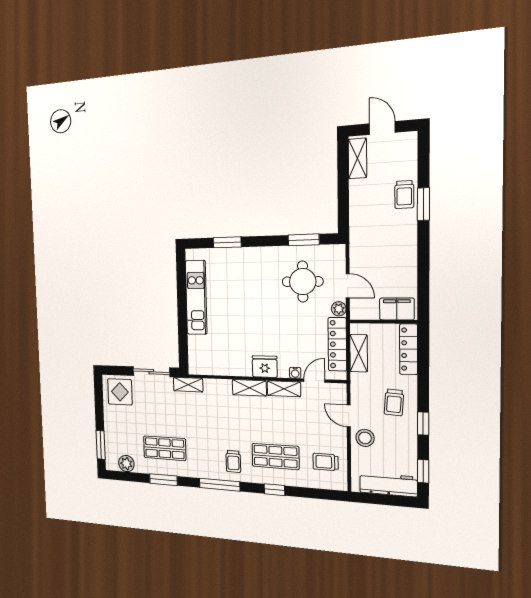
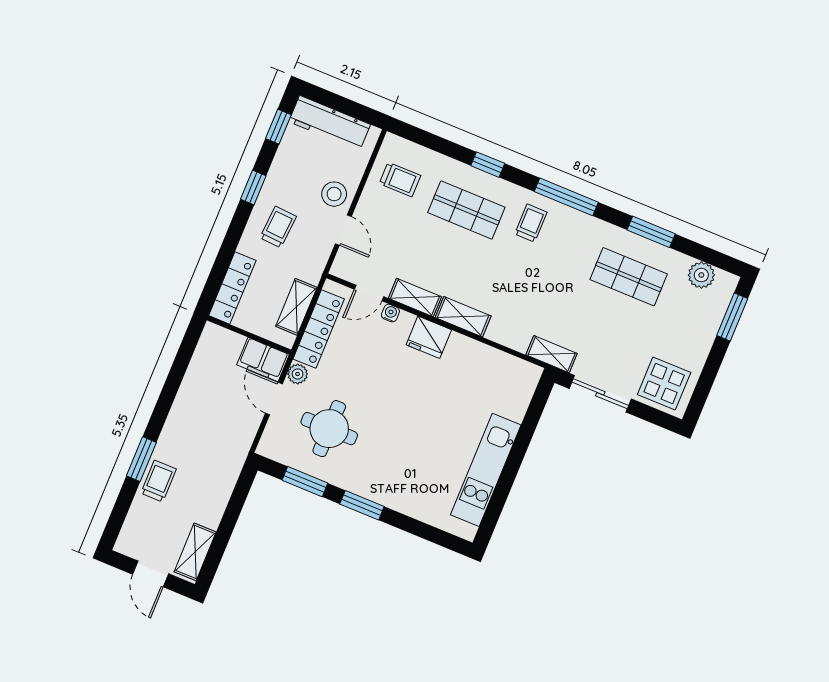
window: (227, 242) -> (362, 505), moved
filing cabinet: (397, 309) -> (263, 360), moved

